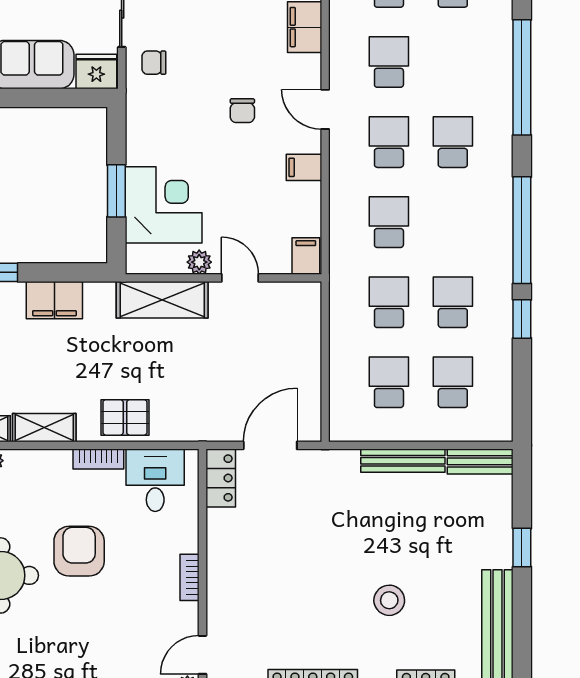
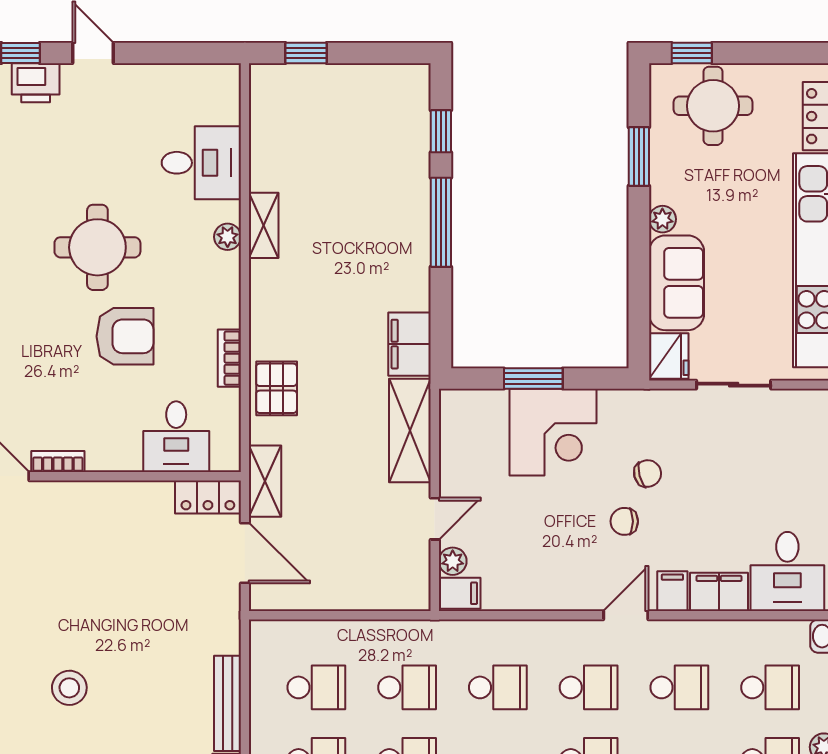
chair: (154, 63) -> (648, 473), moved, turned 75
filing cabinet: (304, 167) -> (672, 591), moved
corner desk: (164, 205) -> (553, 432), moved
plant: (199, 262) -> (453, 561), moved
filing cabinet: (54, 300) -> (410, 344), moved
shelving: (44, 428) -> (265, 481), moved
desk: (155, 480) -> (176, 437), moved, turned 90
bookcase: (190, 577) -> (58, 462), moved

